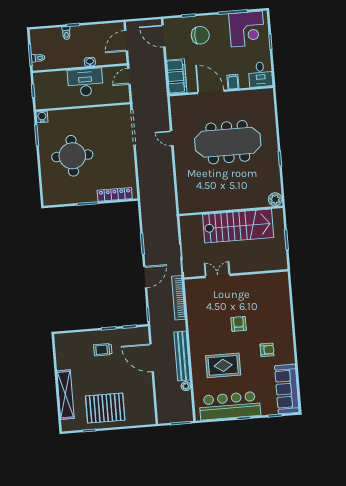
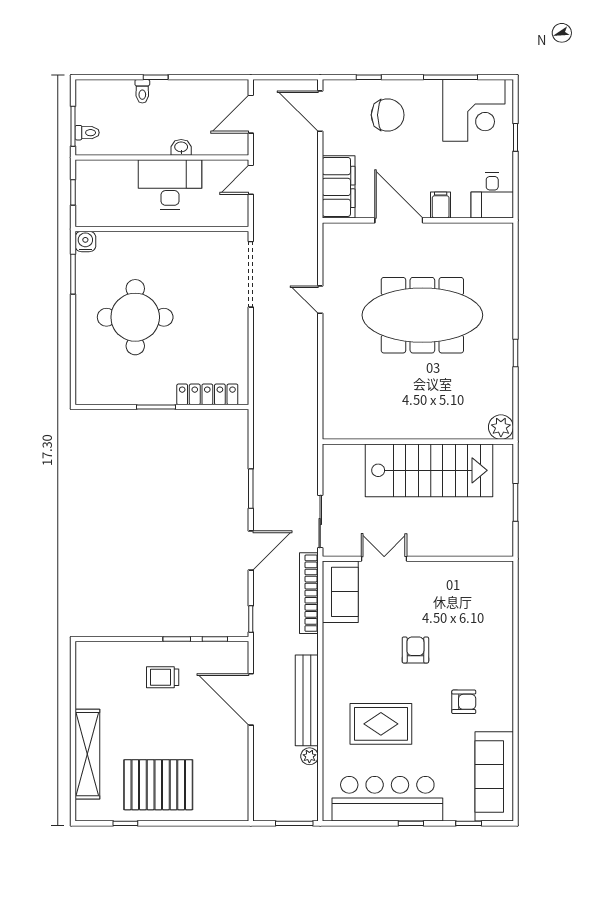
sofa: (195, 296) -> (340, 592), added

